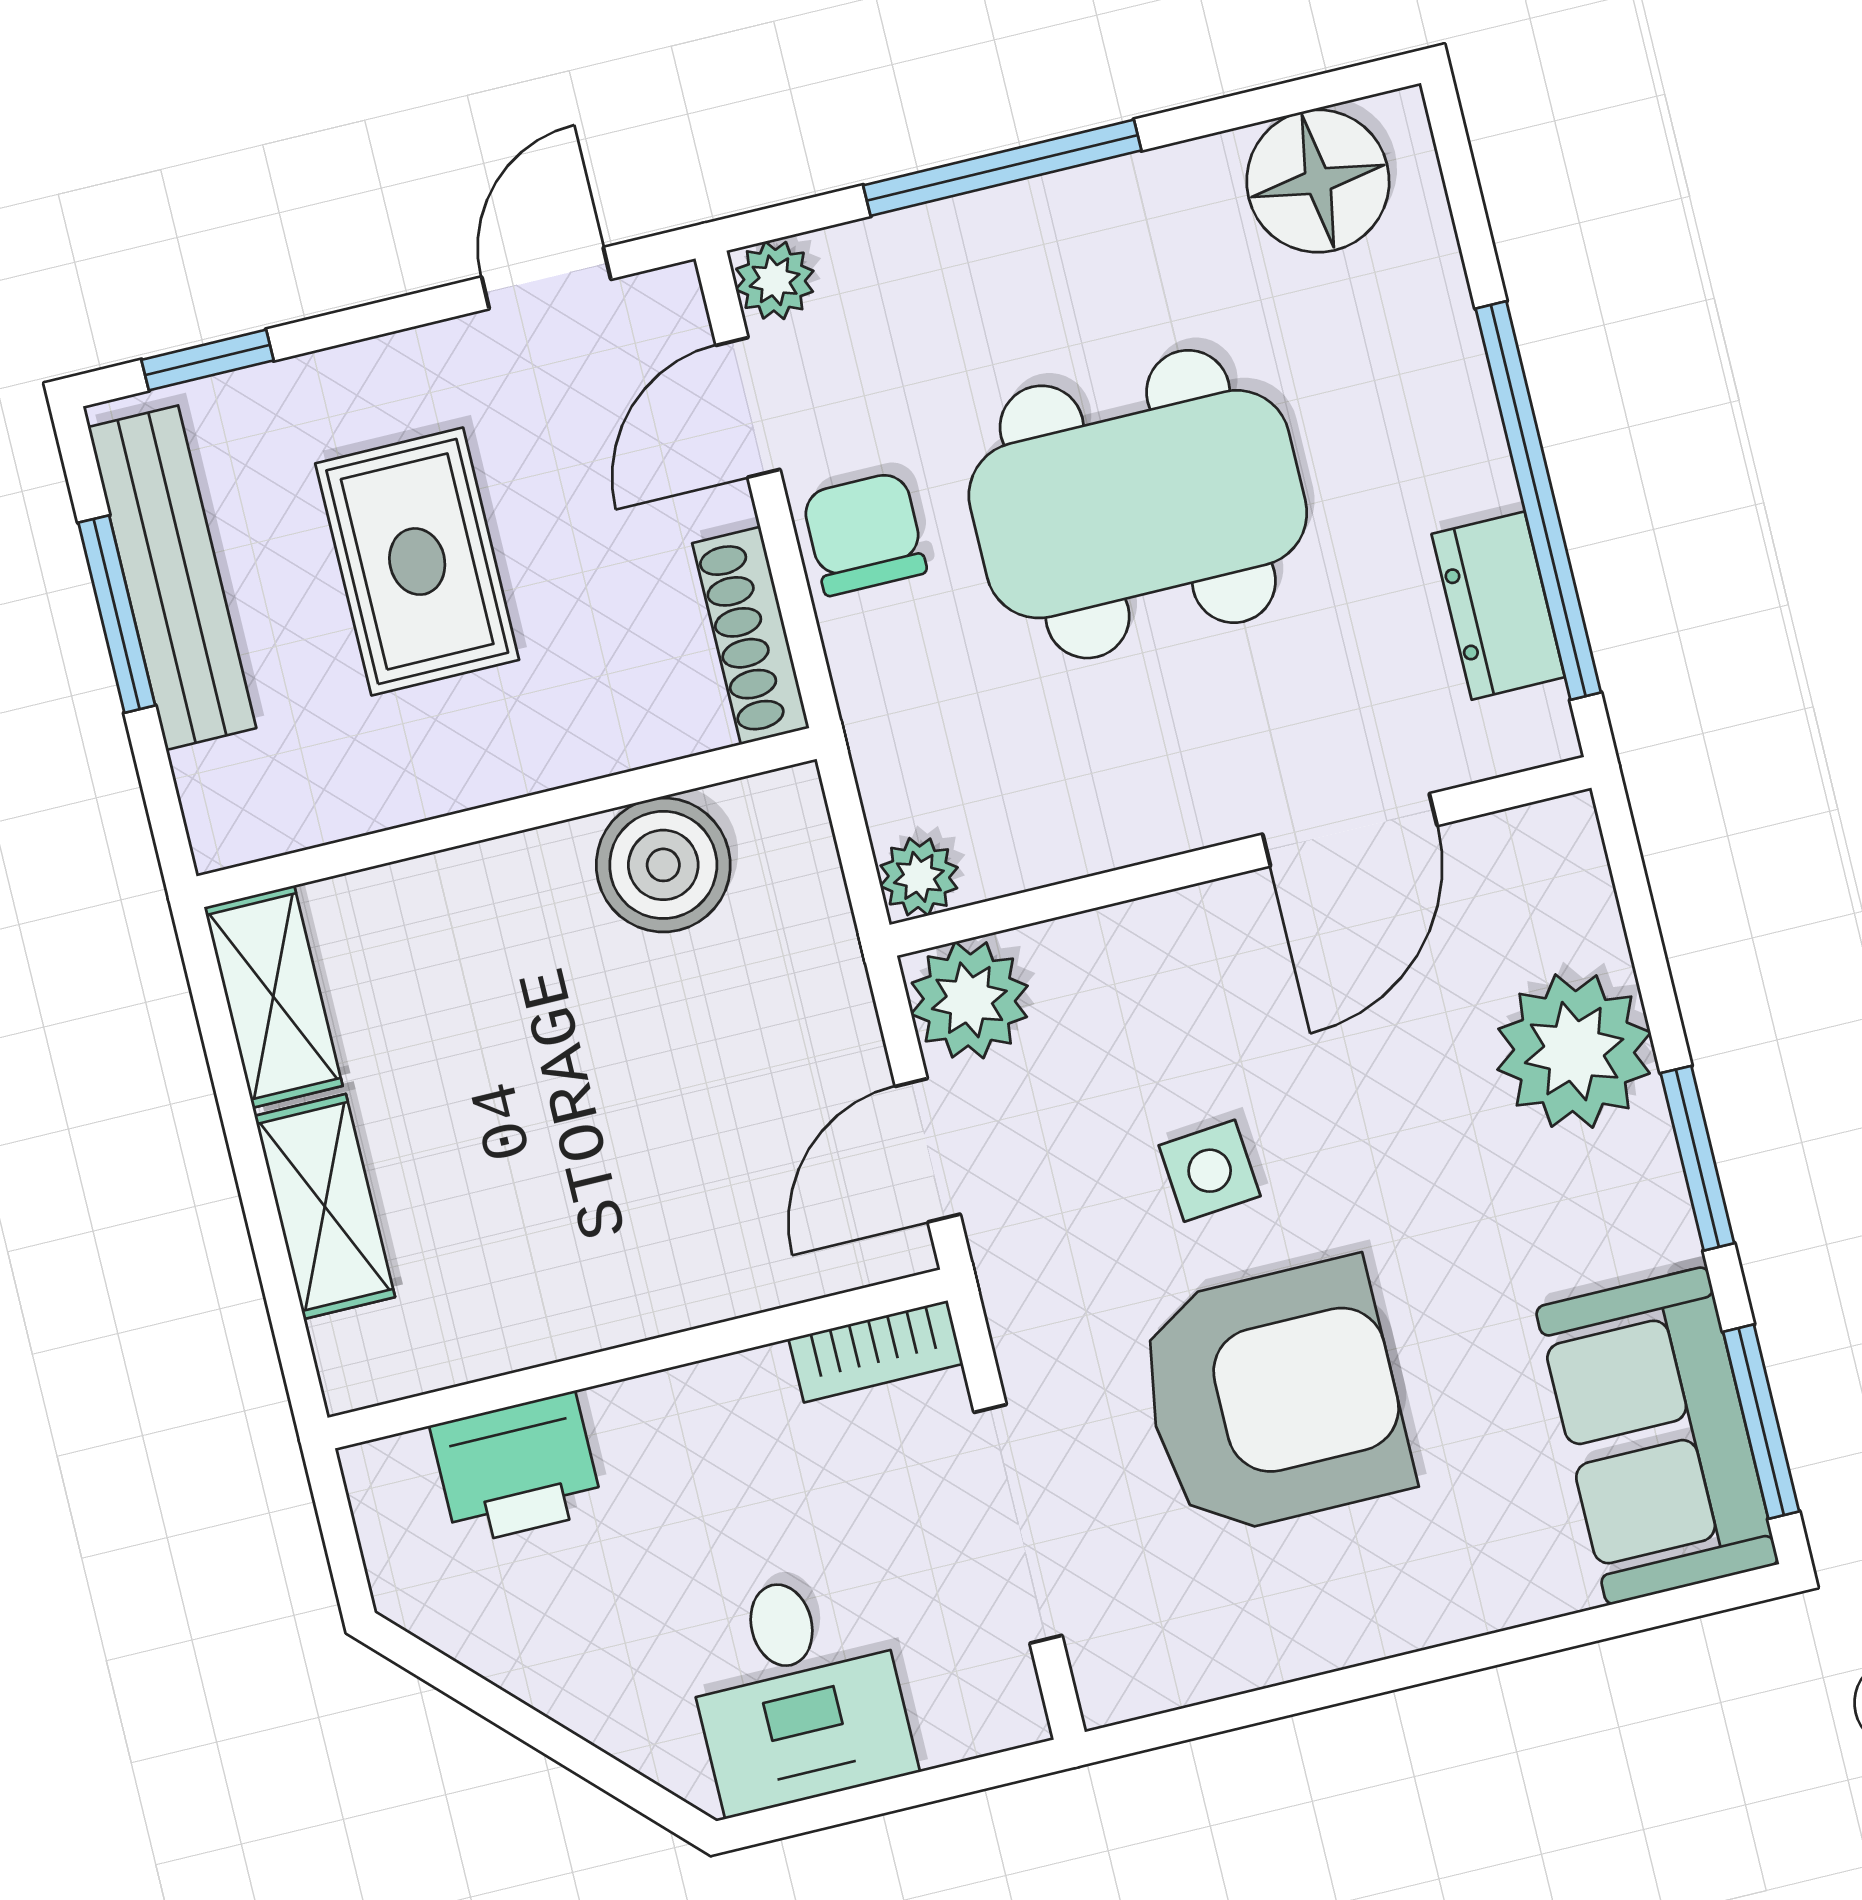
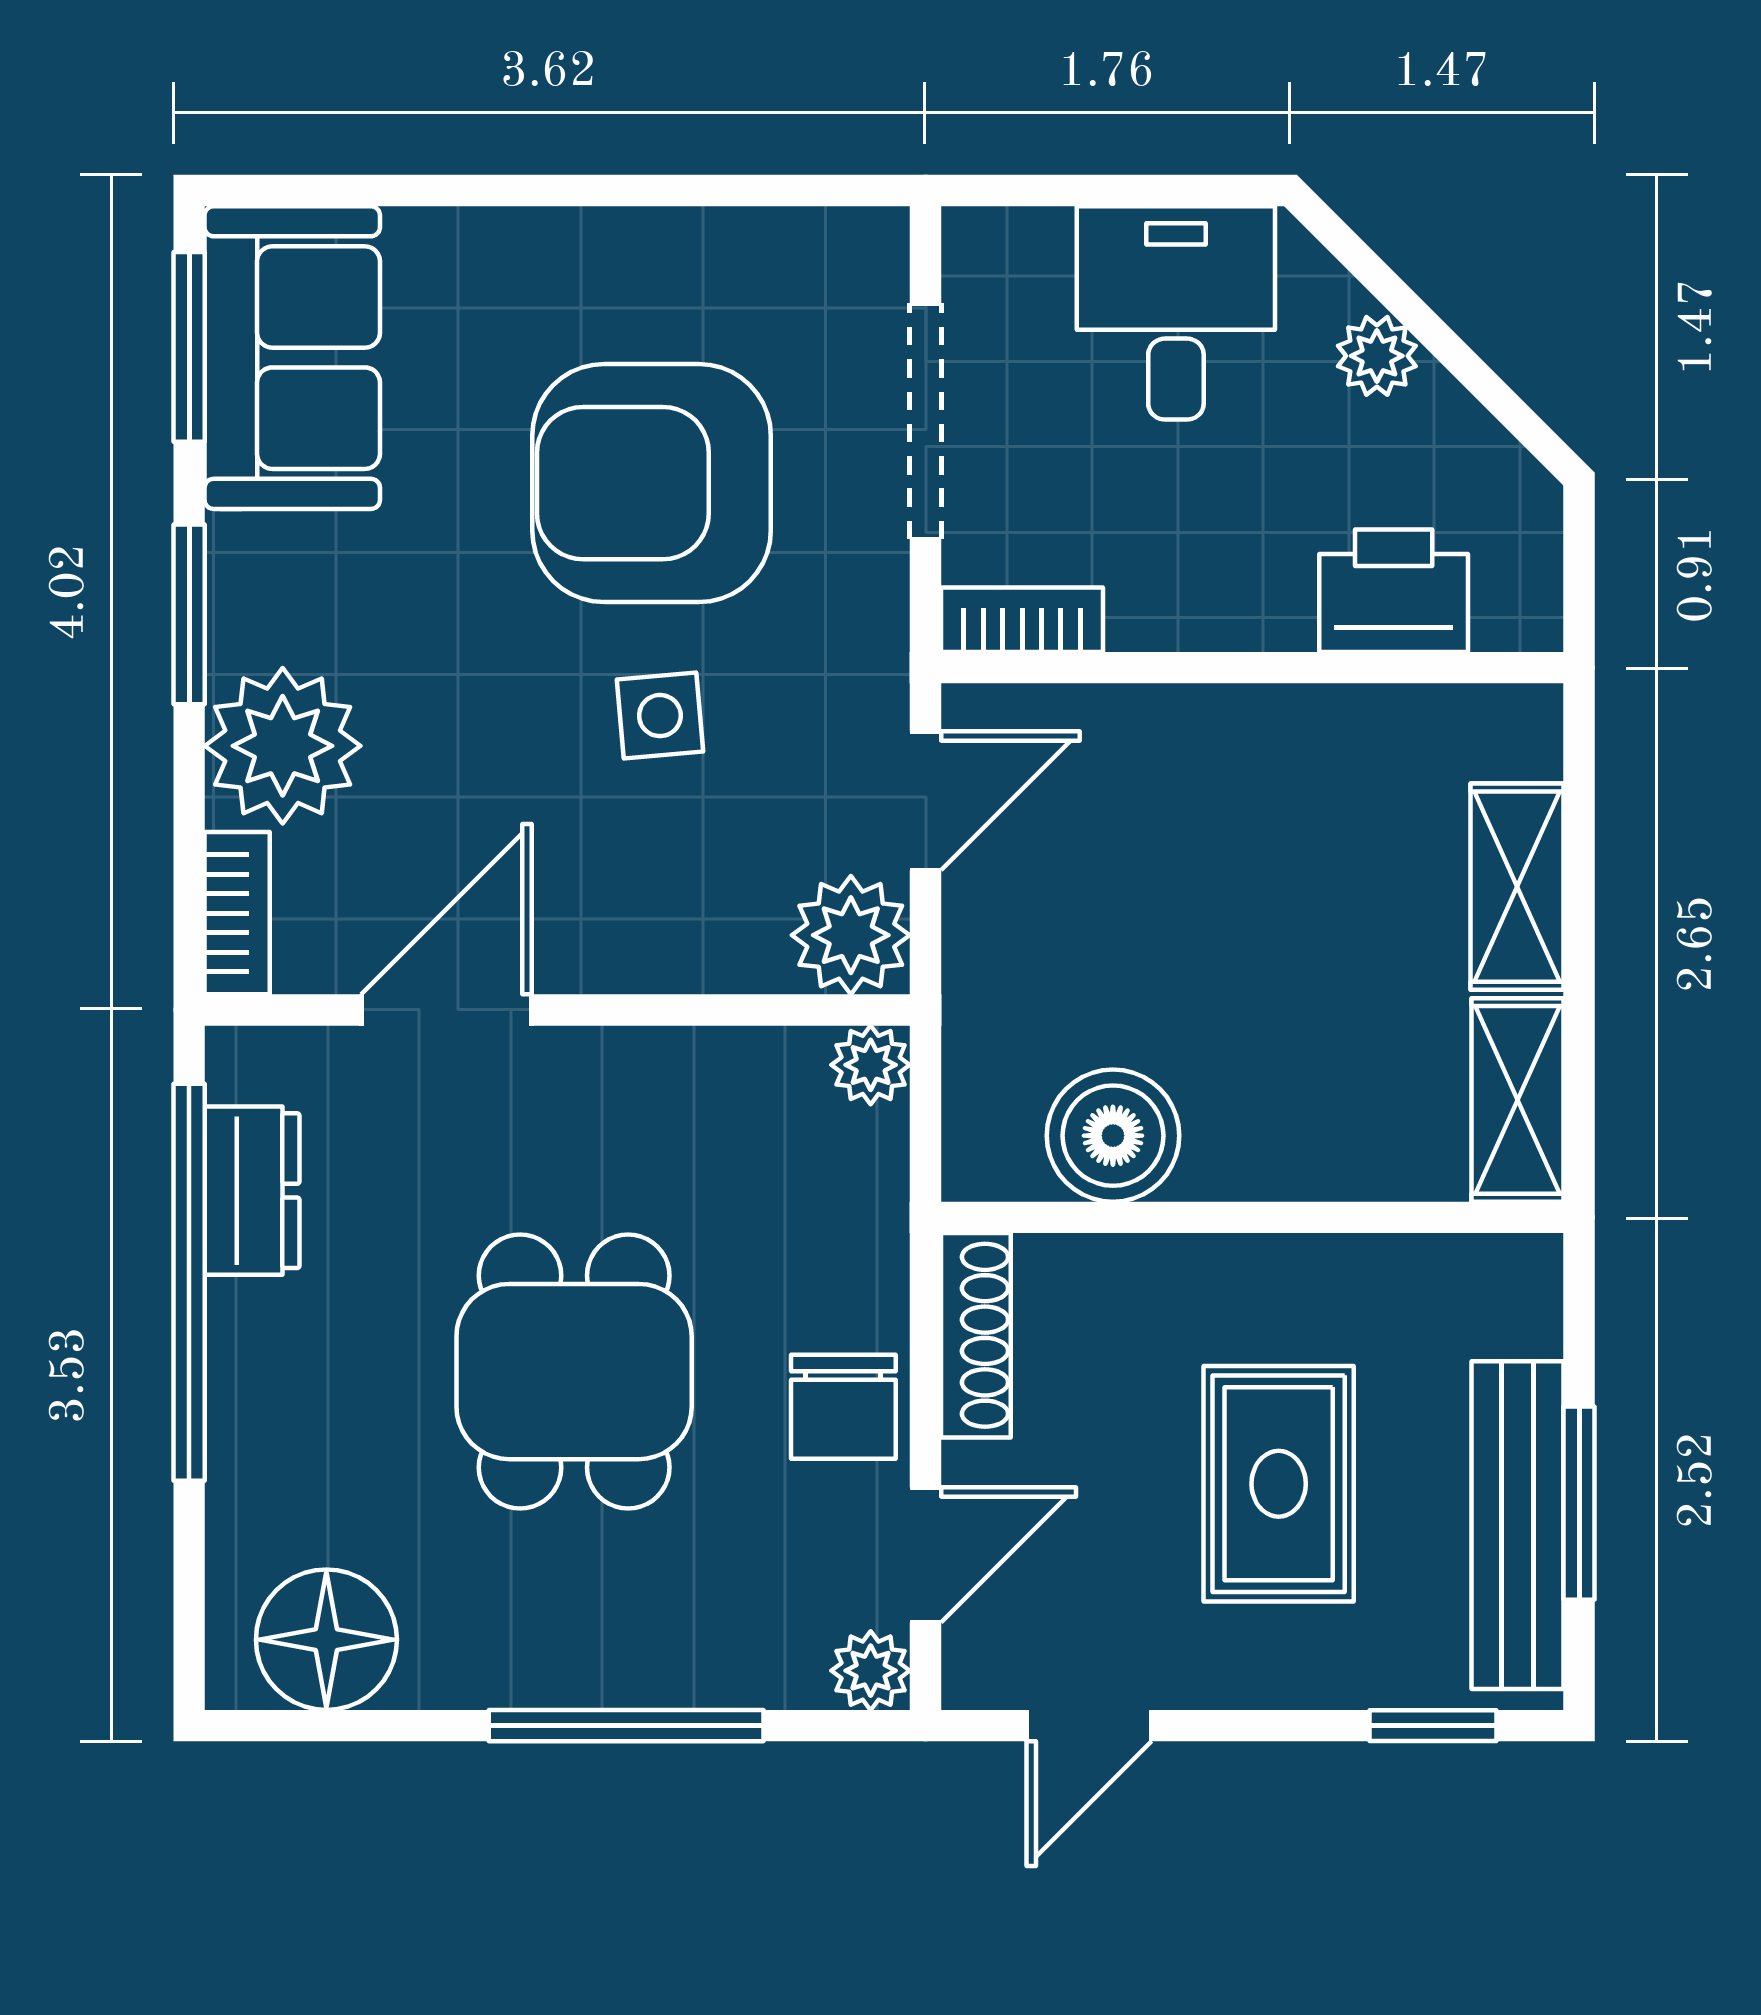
dining table: (1138, 504) -> (574, 1372), width x0.73
bookcase: (1579, 875) -> (237, 913), added
plant: (589, 1696) -> (1377, 356), added

